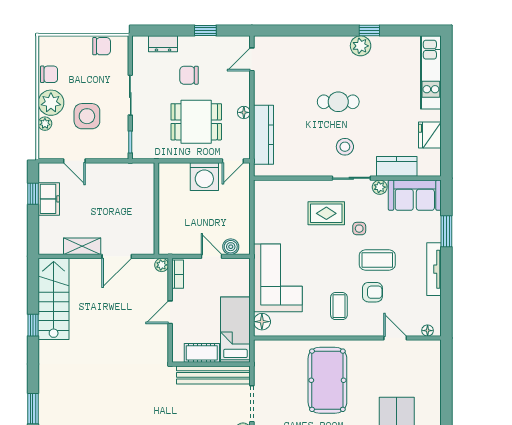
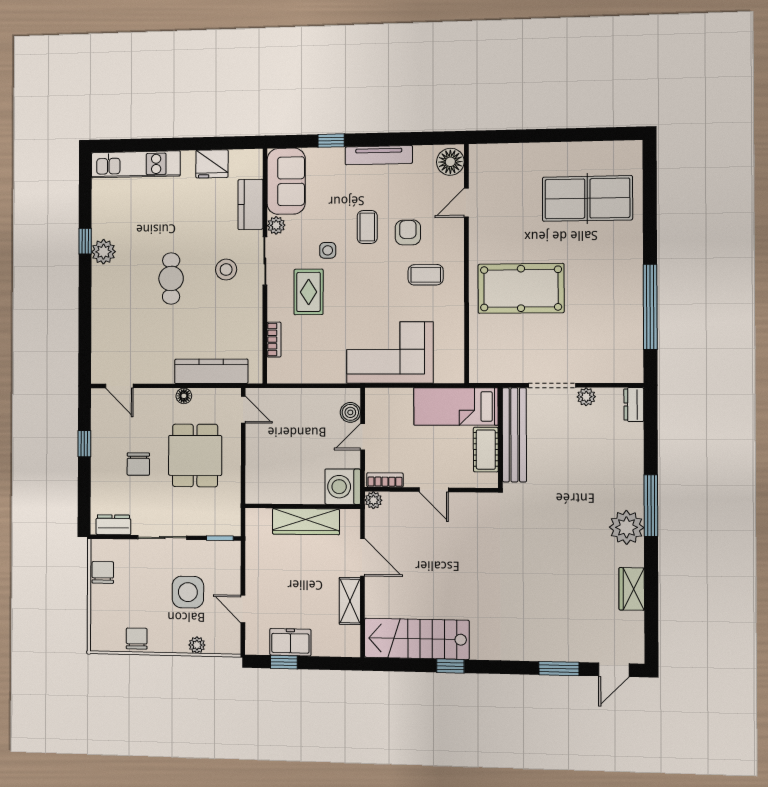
dresser: (163, 44) -> (113, 525), moved, turned -90
plant: (51, 103) -> (171, 637), removed
door: (74, 161) -> (243, 609), swing flipped
washing machine: (204, 177) -> (343, 487), moved, turned 180
bookcase: (289, 186) -> (274, 340), added
wardrobe: (144, 211) -> (306, 522), added
window: (446, 231) -> (331, 141), width x0.67
coffee table: (377, 260) -> (367, 227), width x0.73, depth x0.77
floor lamp: (262, 322) -> (446, 373), removed
floor lamp: (428, 331) -> (450, 162), width x1.89, depth x1.89

